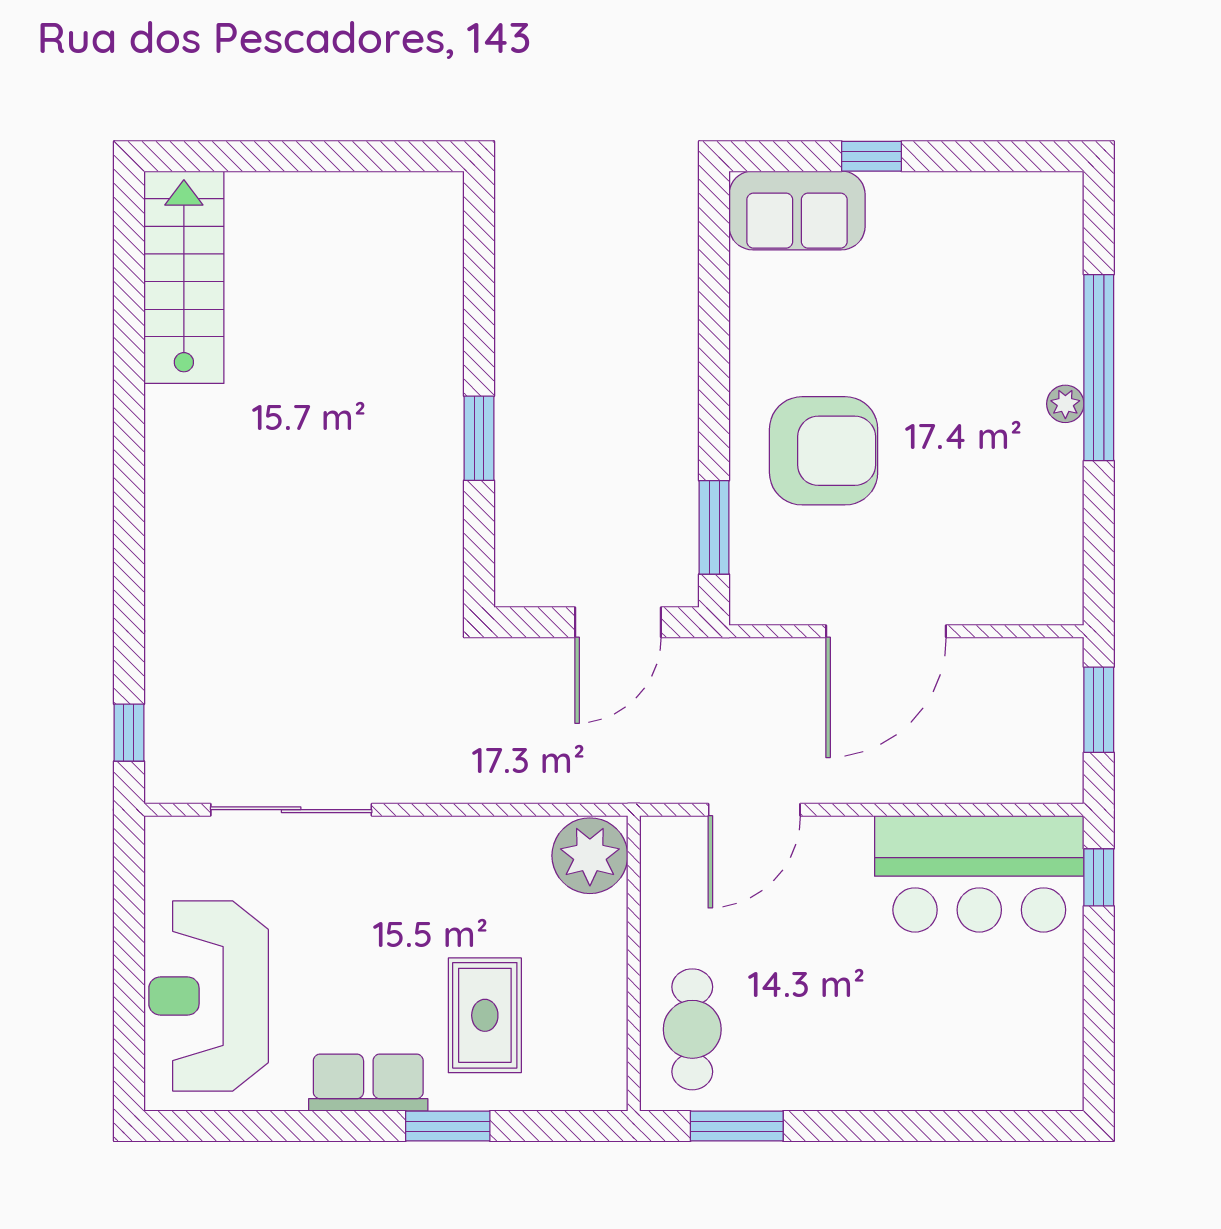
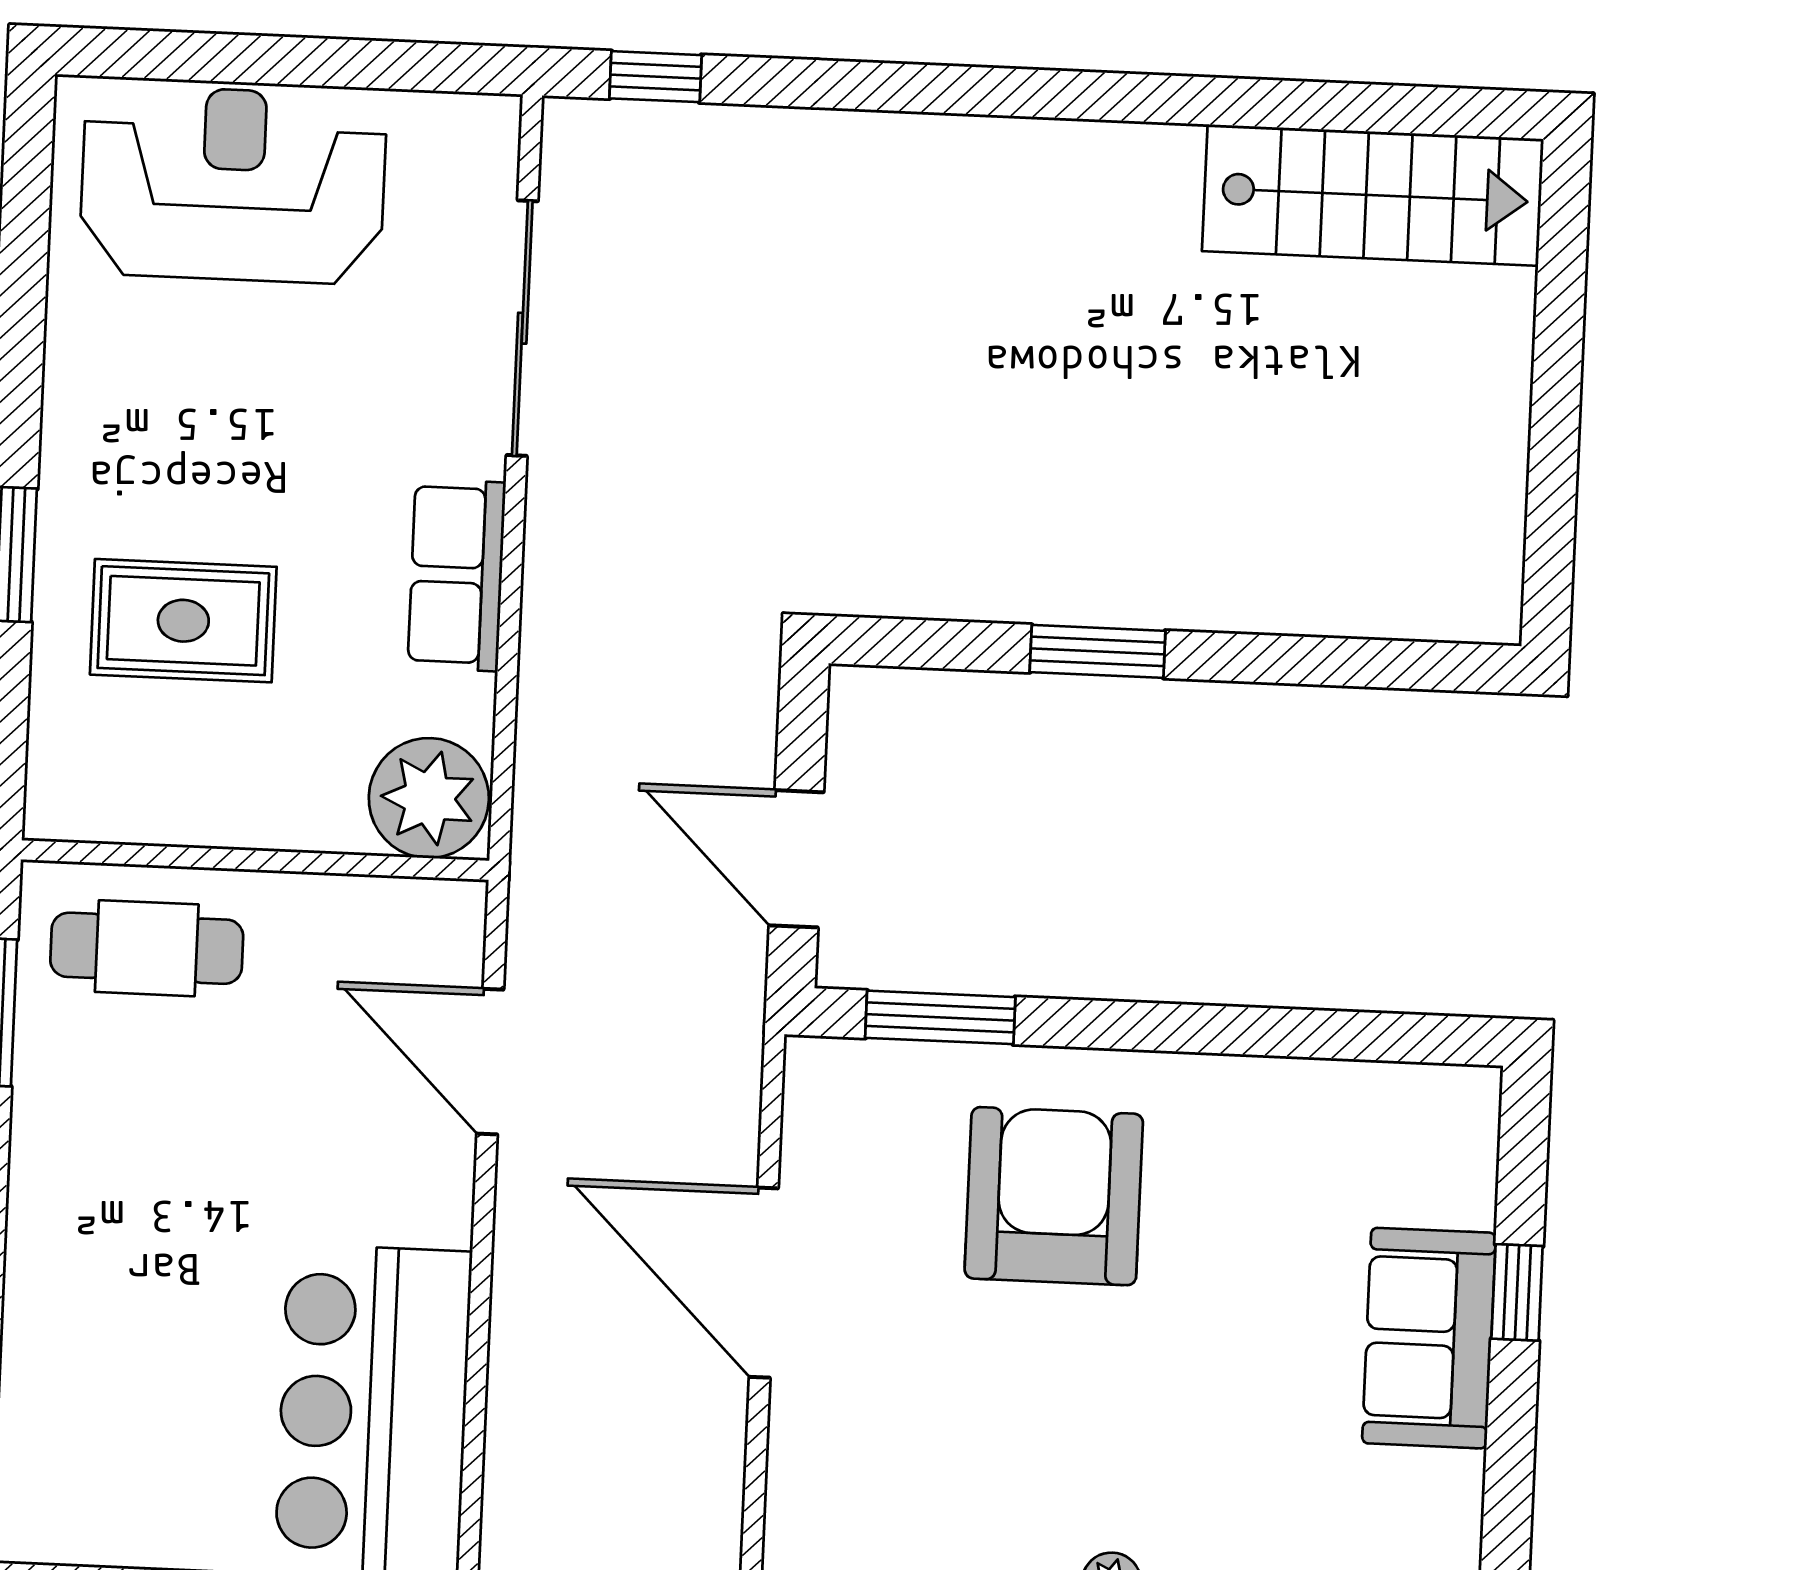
sofa: (797, 210) -> (1429, 1338), moved
armchair: (824, 451) -> (1054, 1196), turned 180
row of seats: (368, 1083) -> (457, 575), moved, turned 180

